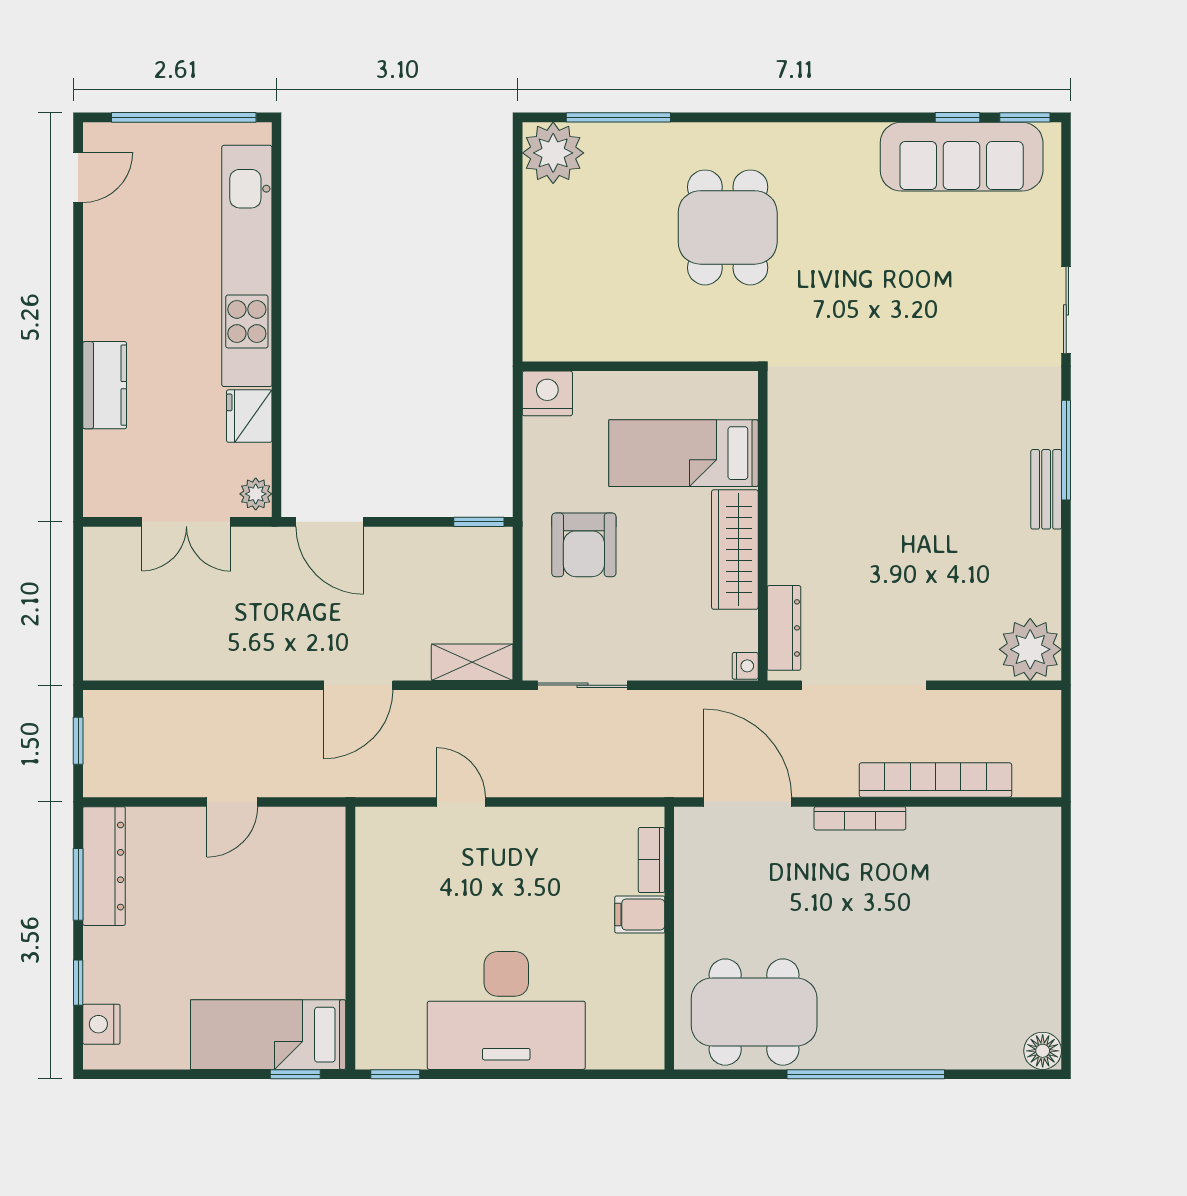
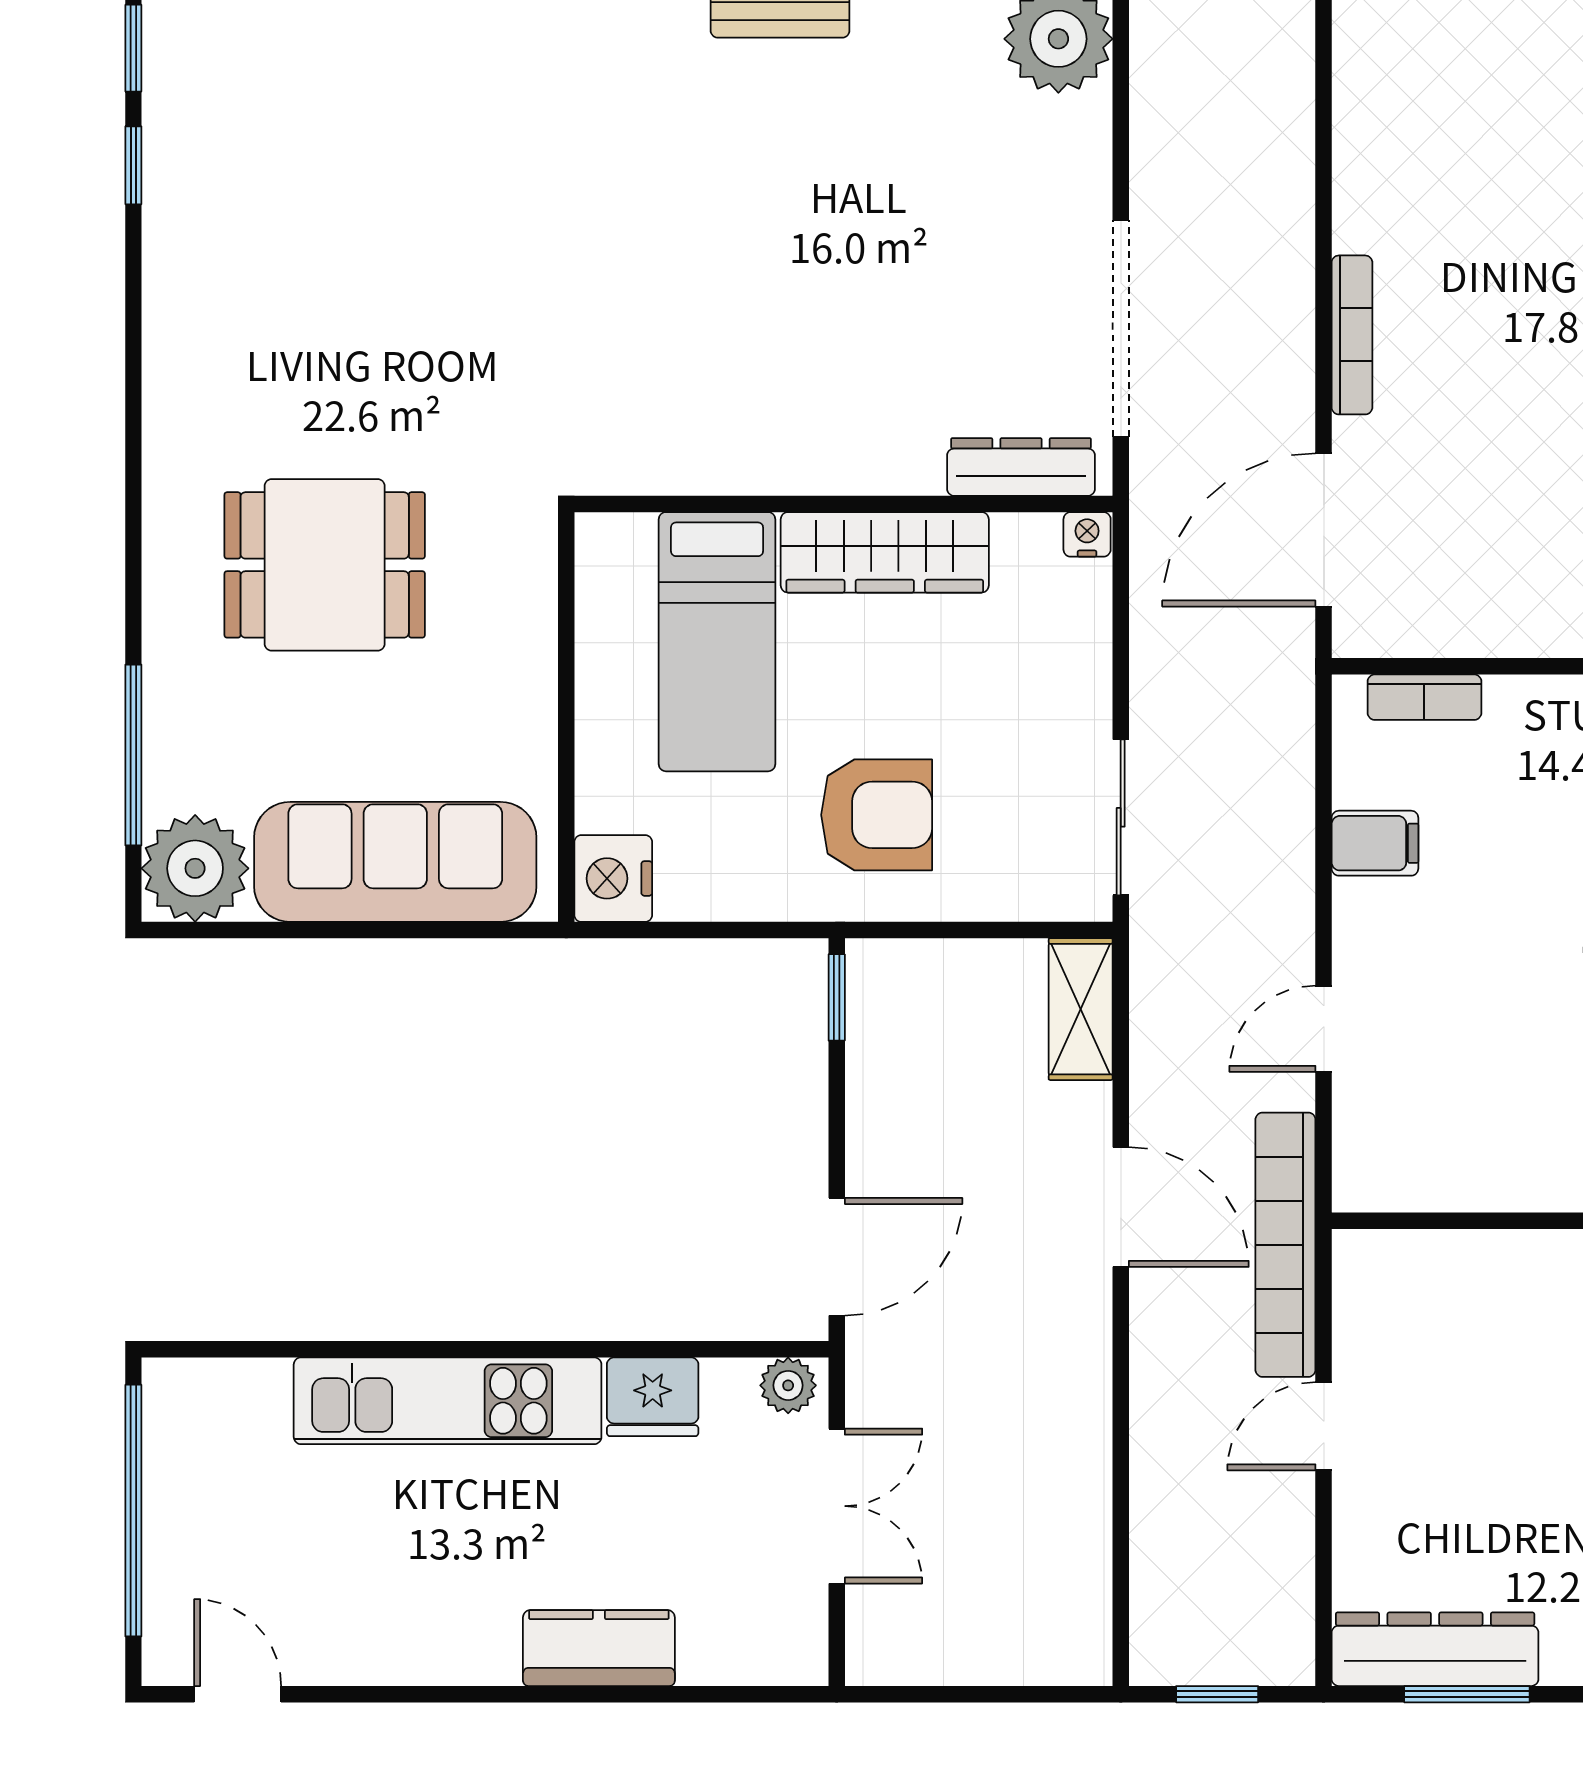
sofa: (962, 157) -> (395, 862), moved, turned -90
kitchen unit: (247, 266) -> (448, 1401), width x0.73
bookcase: (935, 780) -> (1285, 1245), moved
door: (232, 802) -> (1324, 1426), swing flipped
filing cabinet: (640, 915) -> (1375, 843), moved, turned -90

